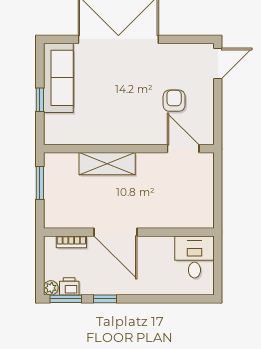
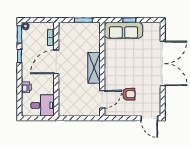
sofa: (58, 78) -> (124, 30), moved
shelving: (107, 164) -> (94, 68), moved
printer: (69, 286) -> (26, 87), moved

